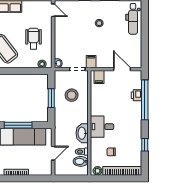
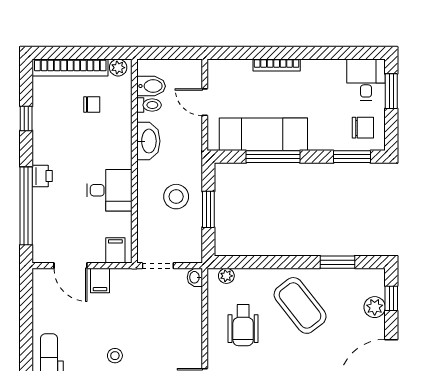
filing cabinet: (91, 62) -> (100, 280), moved
stool: (72, 95) -> (176, 197), moved
printer: (137, 95) -> (42, 176), moved
desk: (102, 127) -> (109, 190), moved
door: (53, 153) -> (205, 102), hinge flipped

